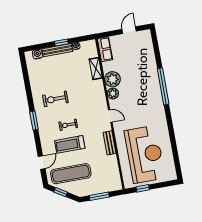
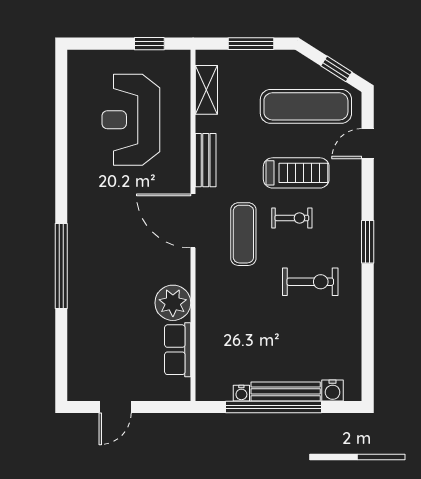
window: (61, 43) -> (273, 407), width x3.17
row of seats: (105, 49) -> (178, 350), moved
shelving: (96, 69) -> (206, 90), moved
plant: (113, 94) -> (178, 270), removed
exercise mat: (88, 114) -> (243, 234), added
door: (110, 116) -> (193, 221), width x1.87
reception desk: (145, 154) -> (131, 120), width x0.74, depth x0.77

